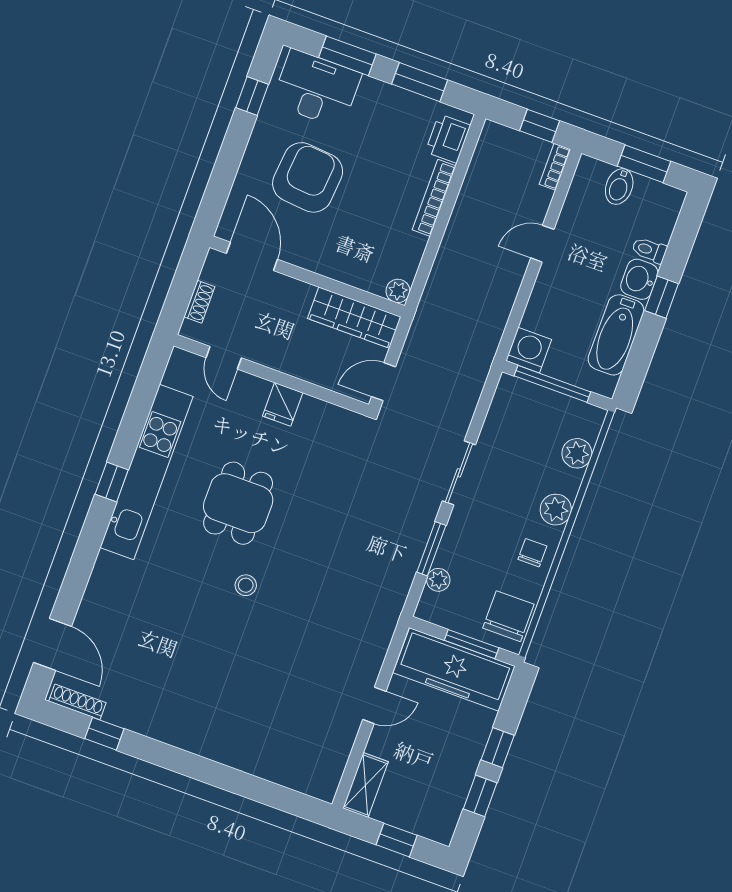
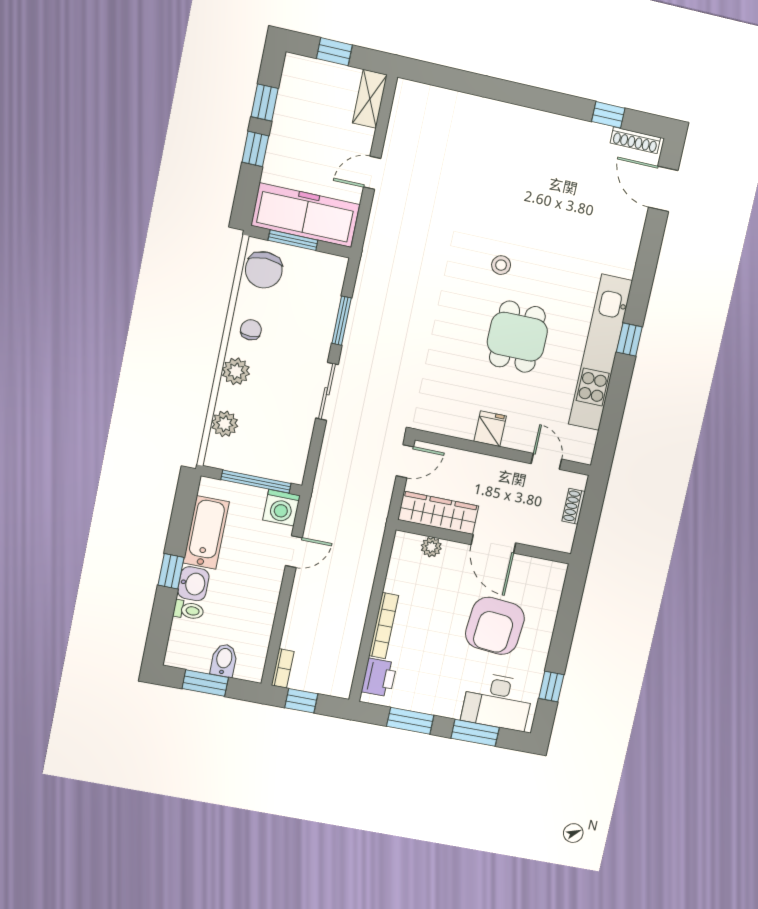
door: (542, 244) -> (294, 552), moved
door: (252, 256) -> (493, 544), moved
plant: (398, 291) -> (431, 547), moved
chair: (532, 553) -> (251, 330), turned 180
plant: (438, 580) -> (331, 294), removed

